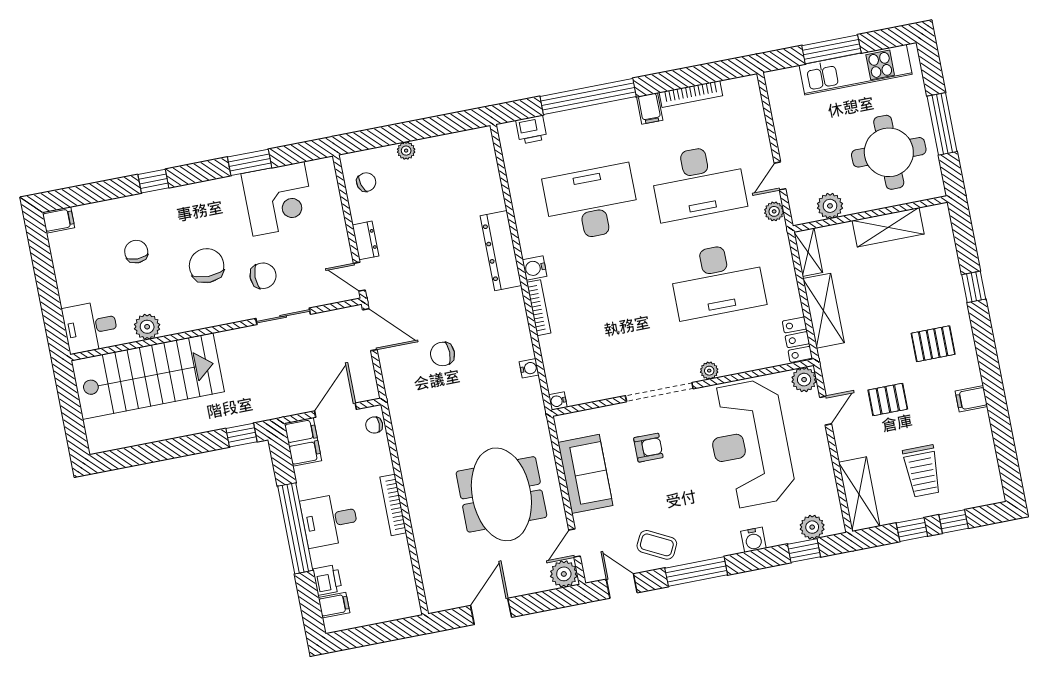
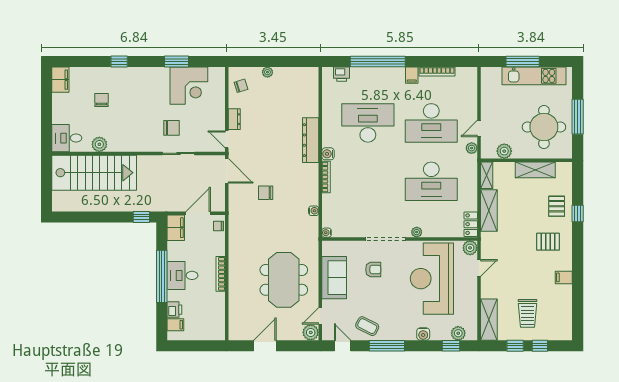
filing cabinet: (58, 220) -> (60, 80), width x2.00
chair: (207, 266) -> (140, 116), removed
pallet: (888, 400) -> (557, 206), moved, turned 90

